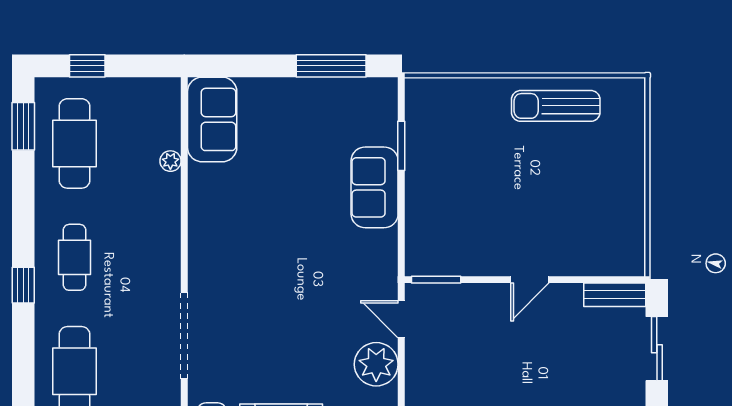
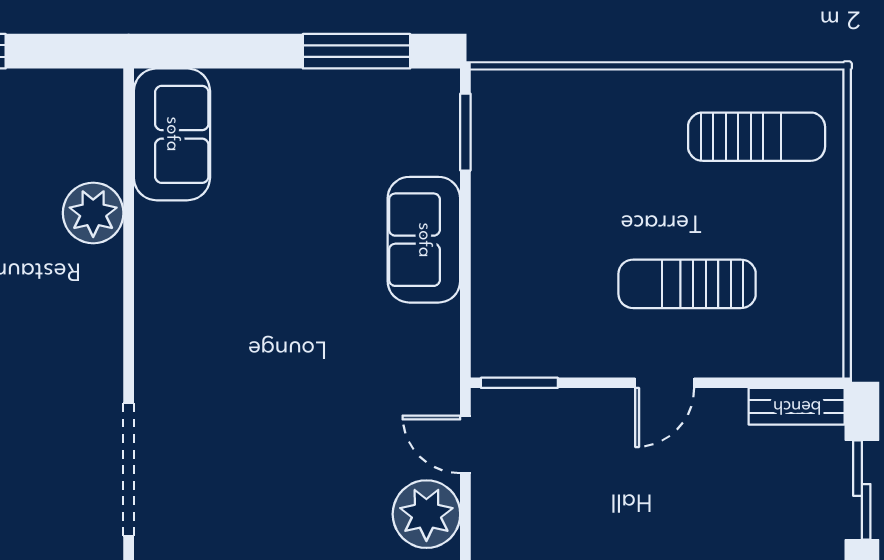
sun lounger: (556, 106) -> (757, 137), moved, turned 180
window: (401, 146) -> (465, 132), moved
plant: (170, 161) -> (93, 213), width x1.87, depth x1.87
sun lounger: (544, 216) -> (687, 284), added

